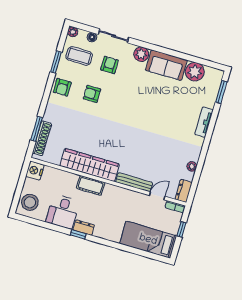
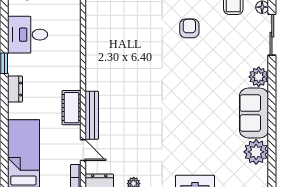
armchair: (109, 65) -> (233, 40), removed
wardrobe: (90, 165) -> (97, 52), removed
cot: (91, 185) -> (72, 108), moved
dresser: (84, 228) -> (15, 89), moved

